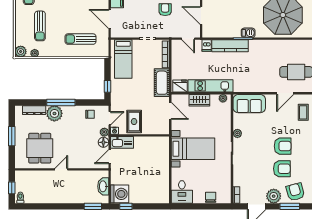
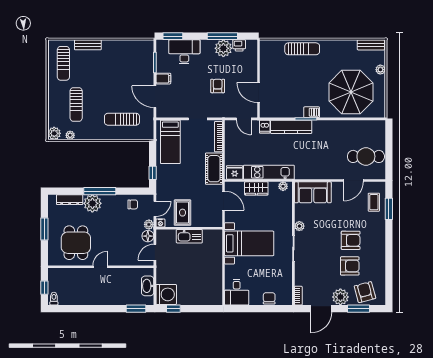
kitchen sink: (122, 142) -> (189, 236), moved

